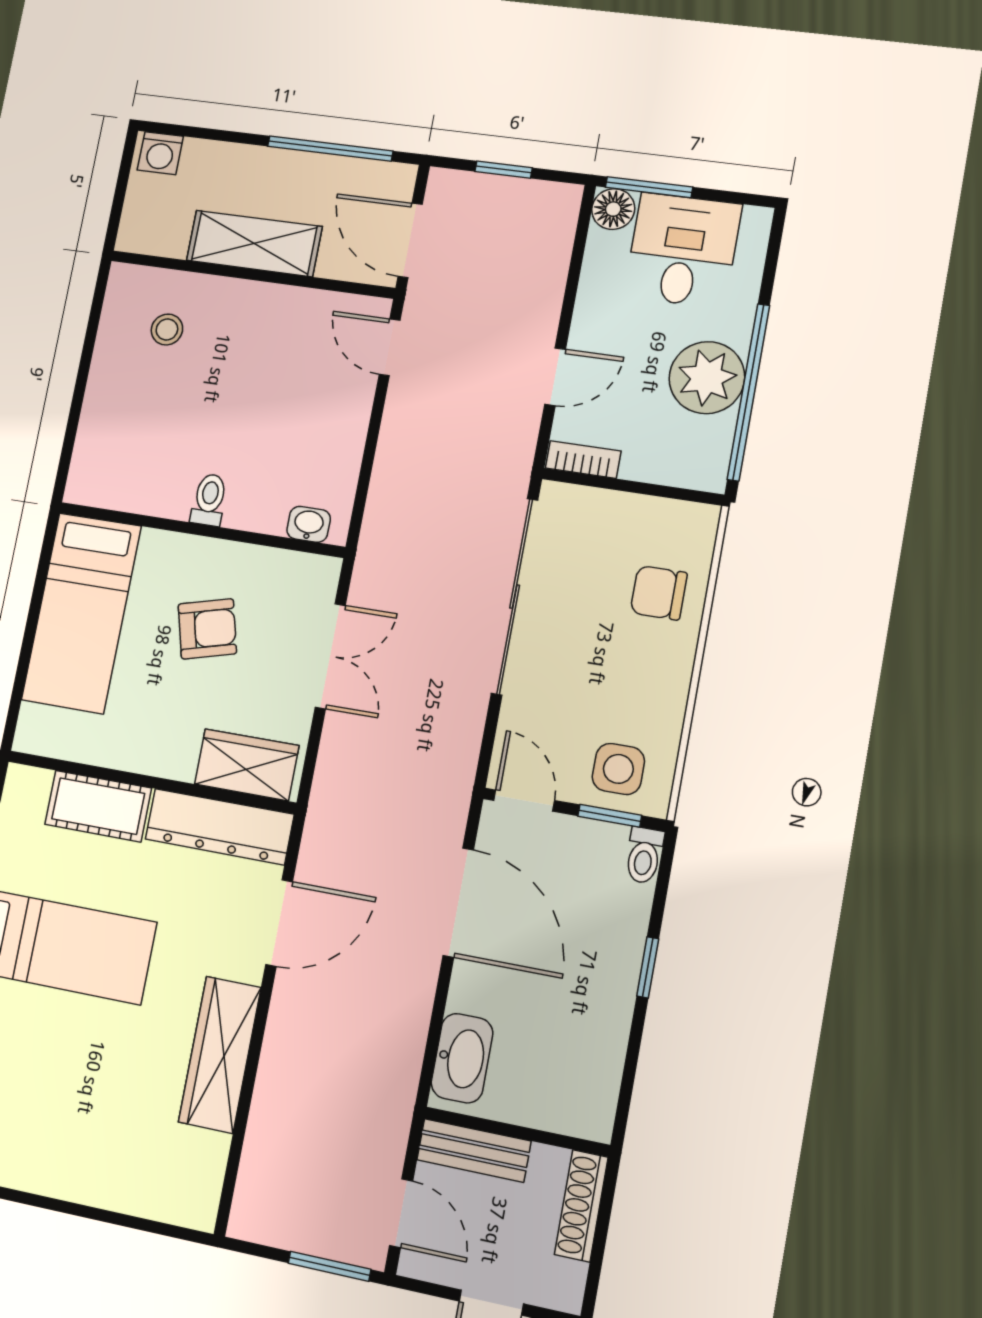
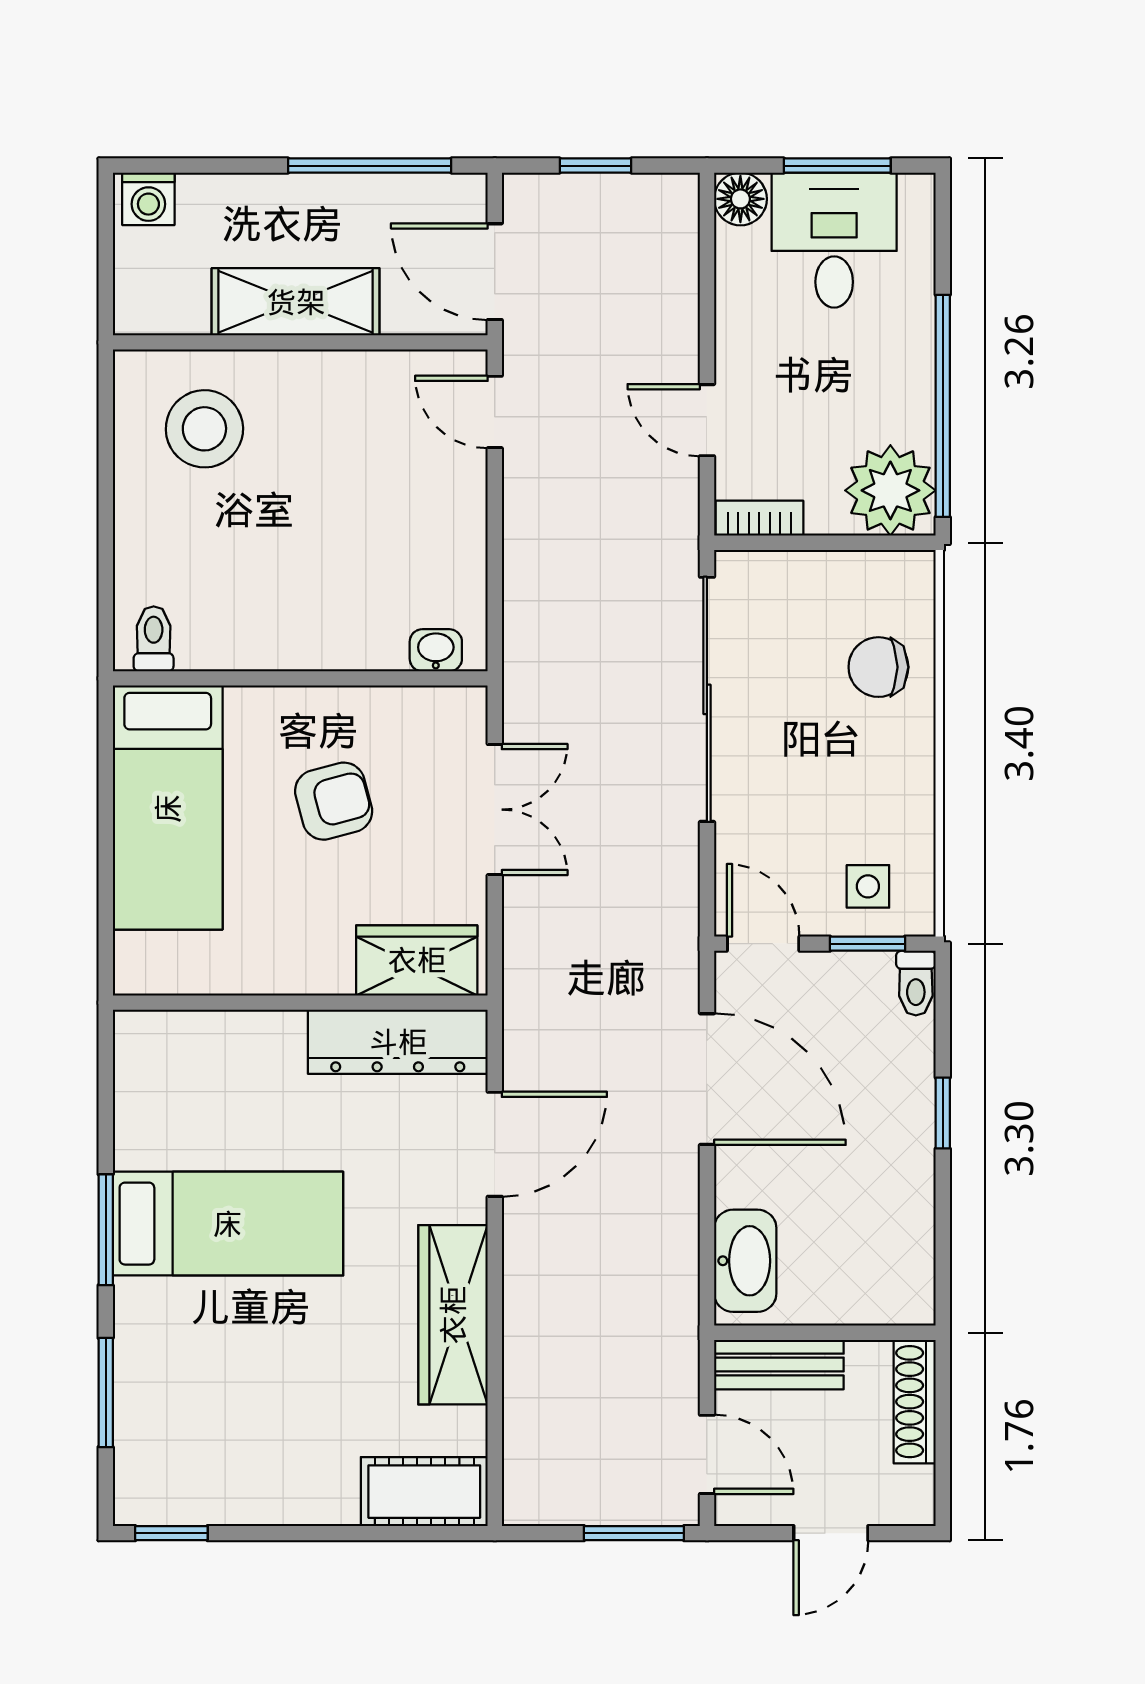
window: (649, 187) -> (837, 166), moved
stool: (167, 329) -> (204, 429), width x1.89, depth x1.89
door: (555, 377) -> (707, 420), swing flipped
plant: (707, 378) -> (890, 490), moved
toilet: (209, 500) -> (154, 639), moved
side table: (618, 769) -> (868, 886), width x0.73, depth x0.73
cot: (98, 806) -> (424, 1492), moved

